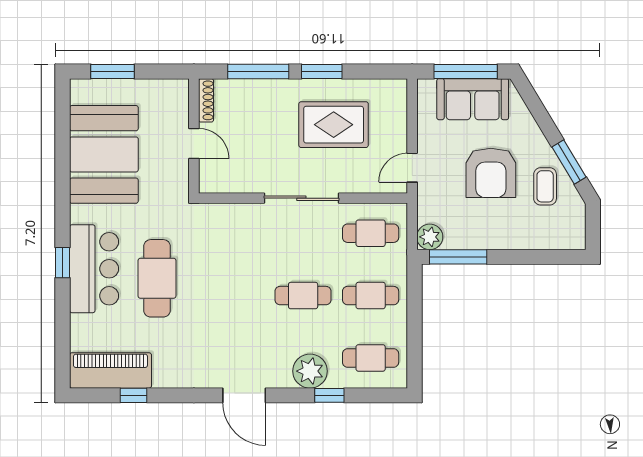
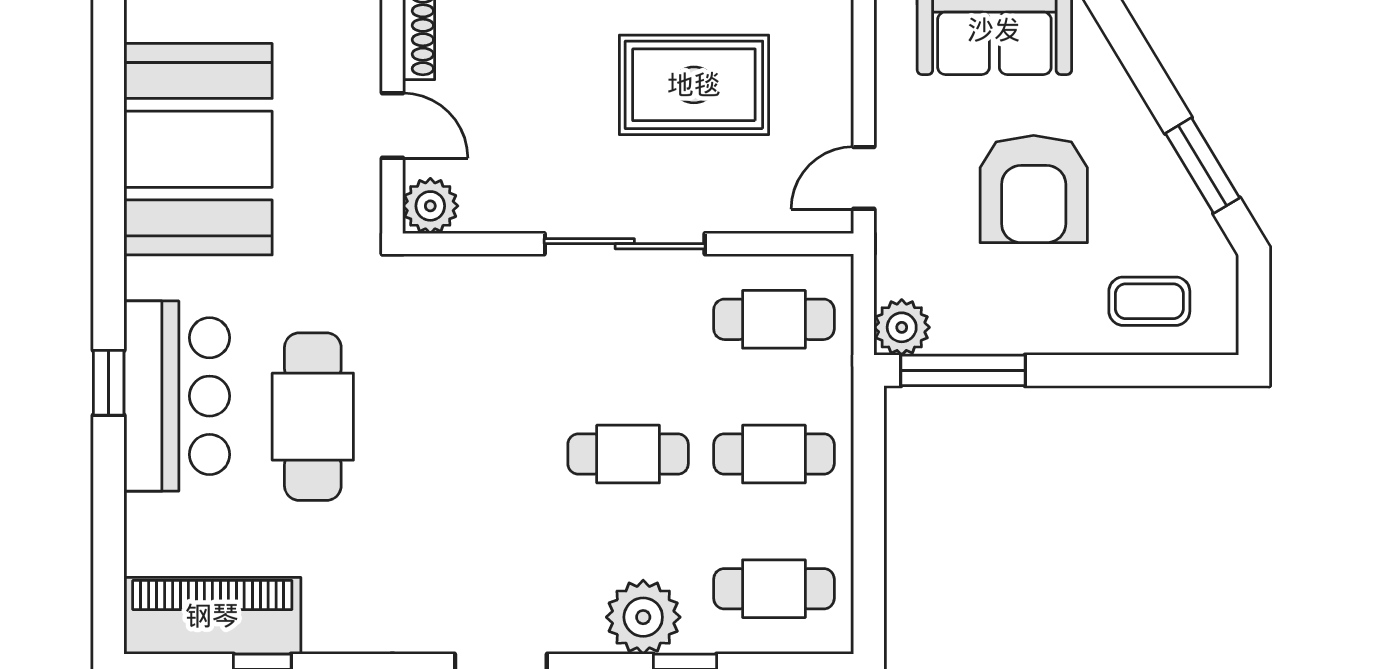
plant: (211, 181) -> (430, 206), added
coffee table: (545, 186) -> (1149, 301), moved, turned 90

